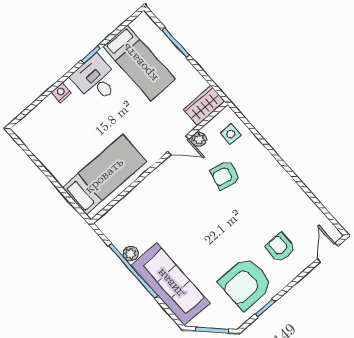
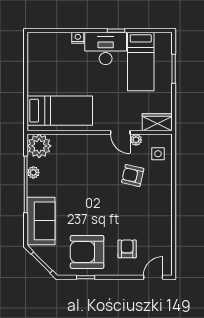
desk: (96, 79) -> (106, 48), width x1.37
plant: (114, 224) -> (39, 146), added
sofa: (170, 284) -> (41, 221), width x0.73

